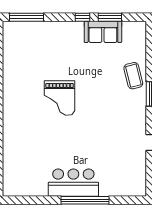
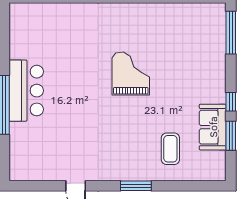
coffee table: (133, 76) -> (170, 149), moved, turned -76
grand piano: (60, 98) -> (131, 73), turned 90

